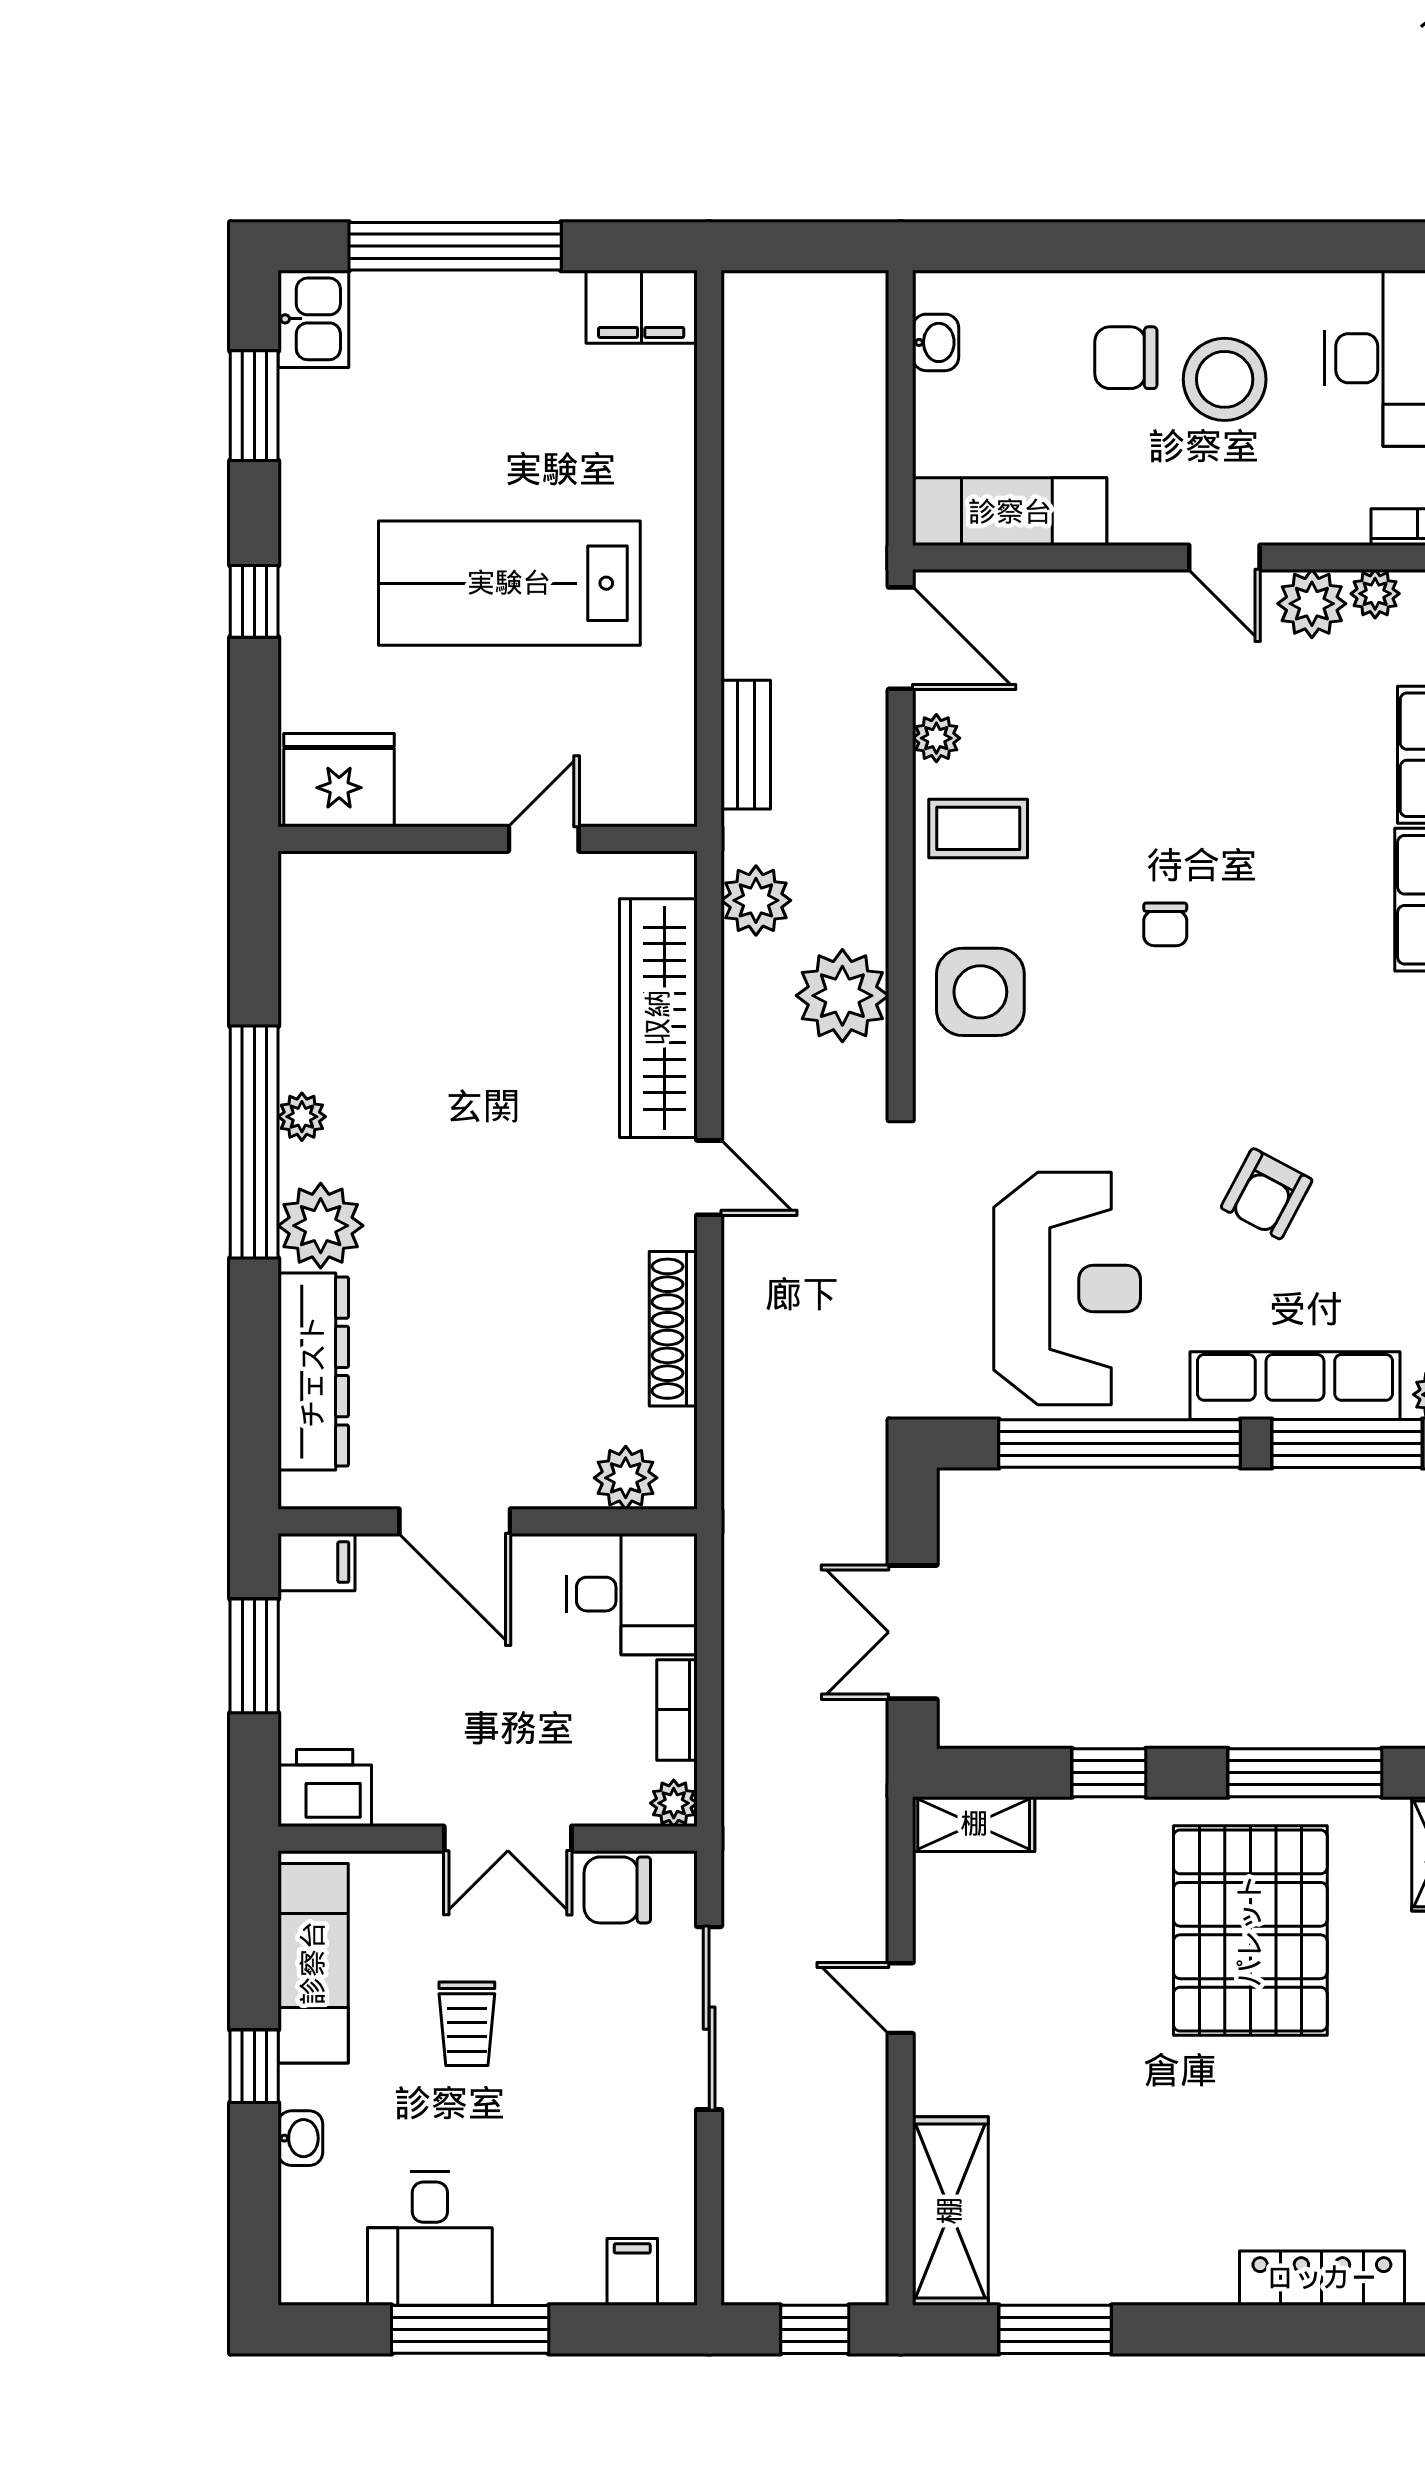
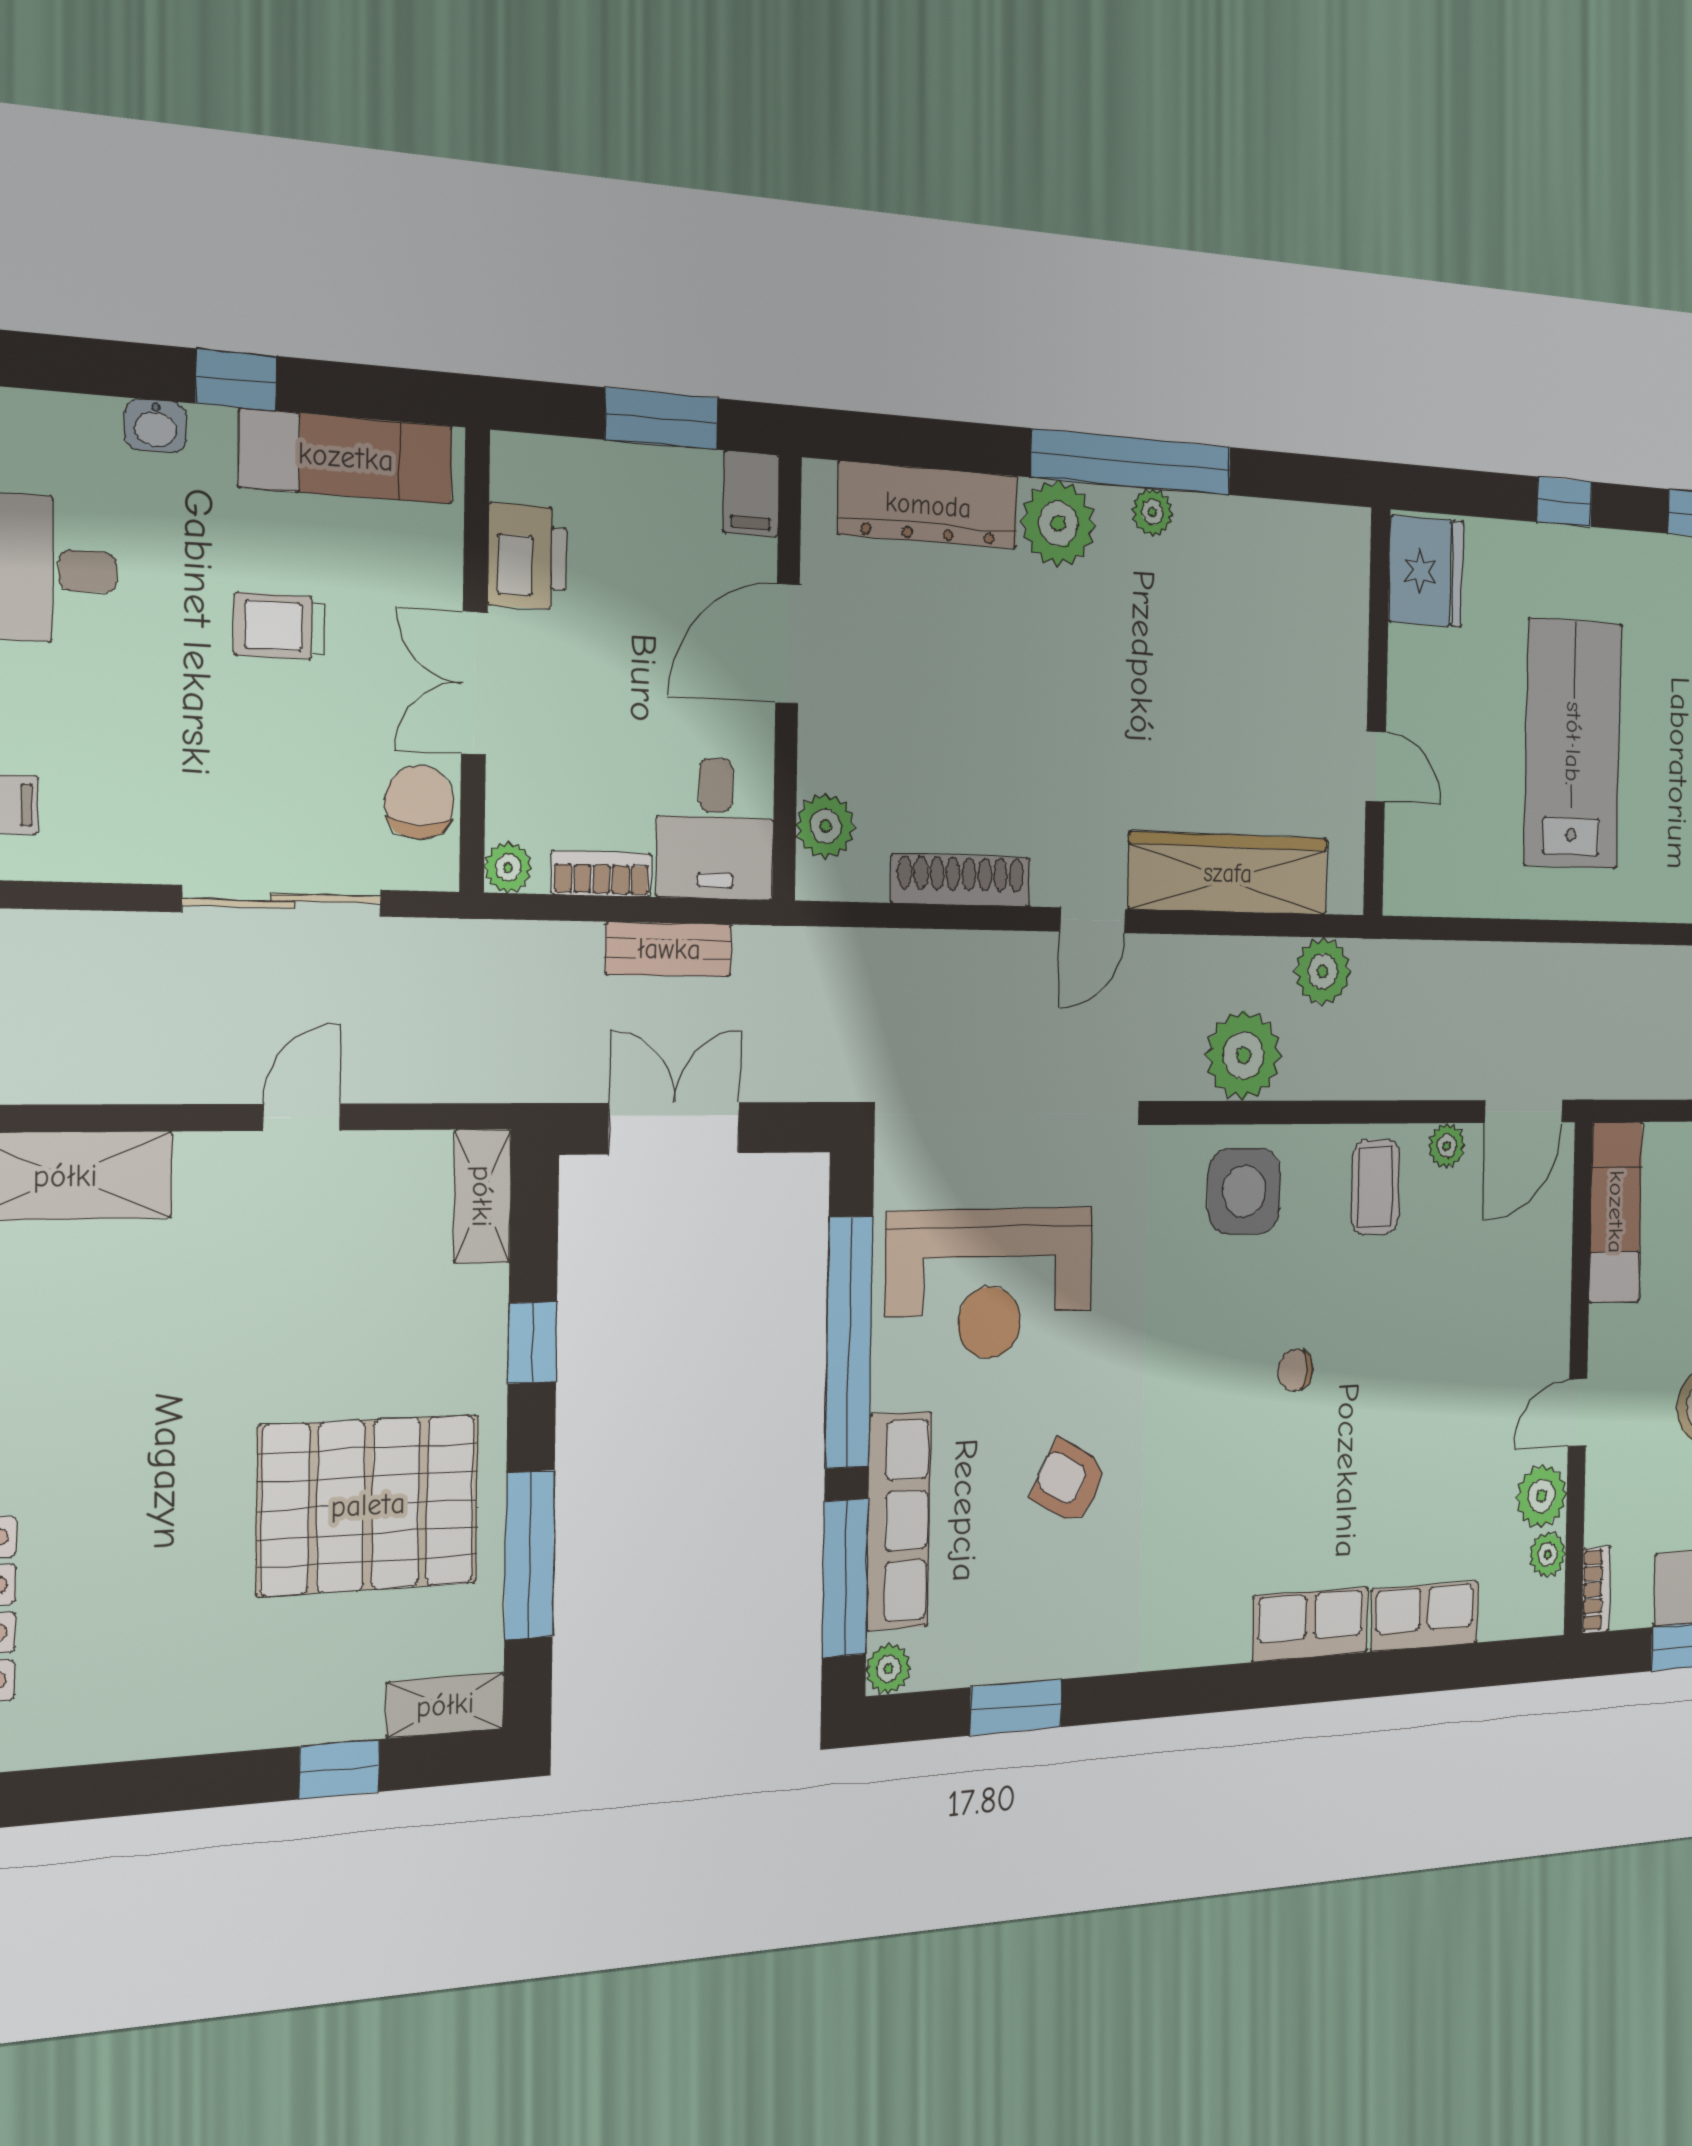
bench: (746, 745) -> (669, 949), moved
printer: (325, 1788) -> (528, 557), moved

